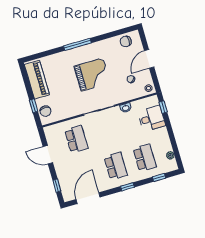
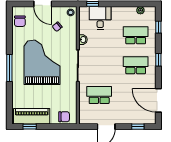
grand piano: (92, 74) -> (42, 62), width x1.37, depth x1.48
window: (34, 106) -> (30, 127), moved

